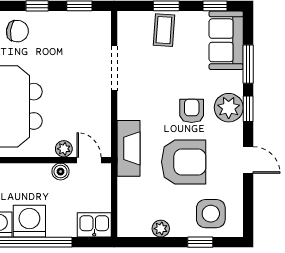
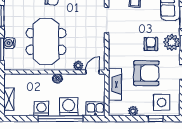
fireplace: (128, 148) -> (115, 84), moved
door: (89, 160) -> (92, 72), hinge flipped
boiler: (61, 172) -> (57, 79), moved
washing machine: (29, 221) -> (69, 107), moved

